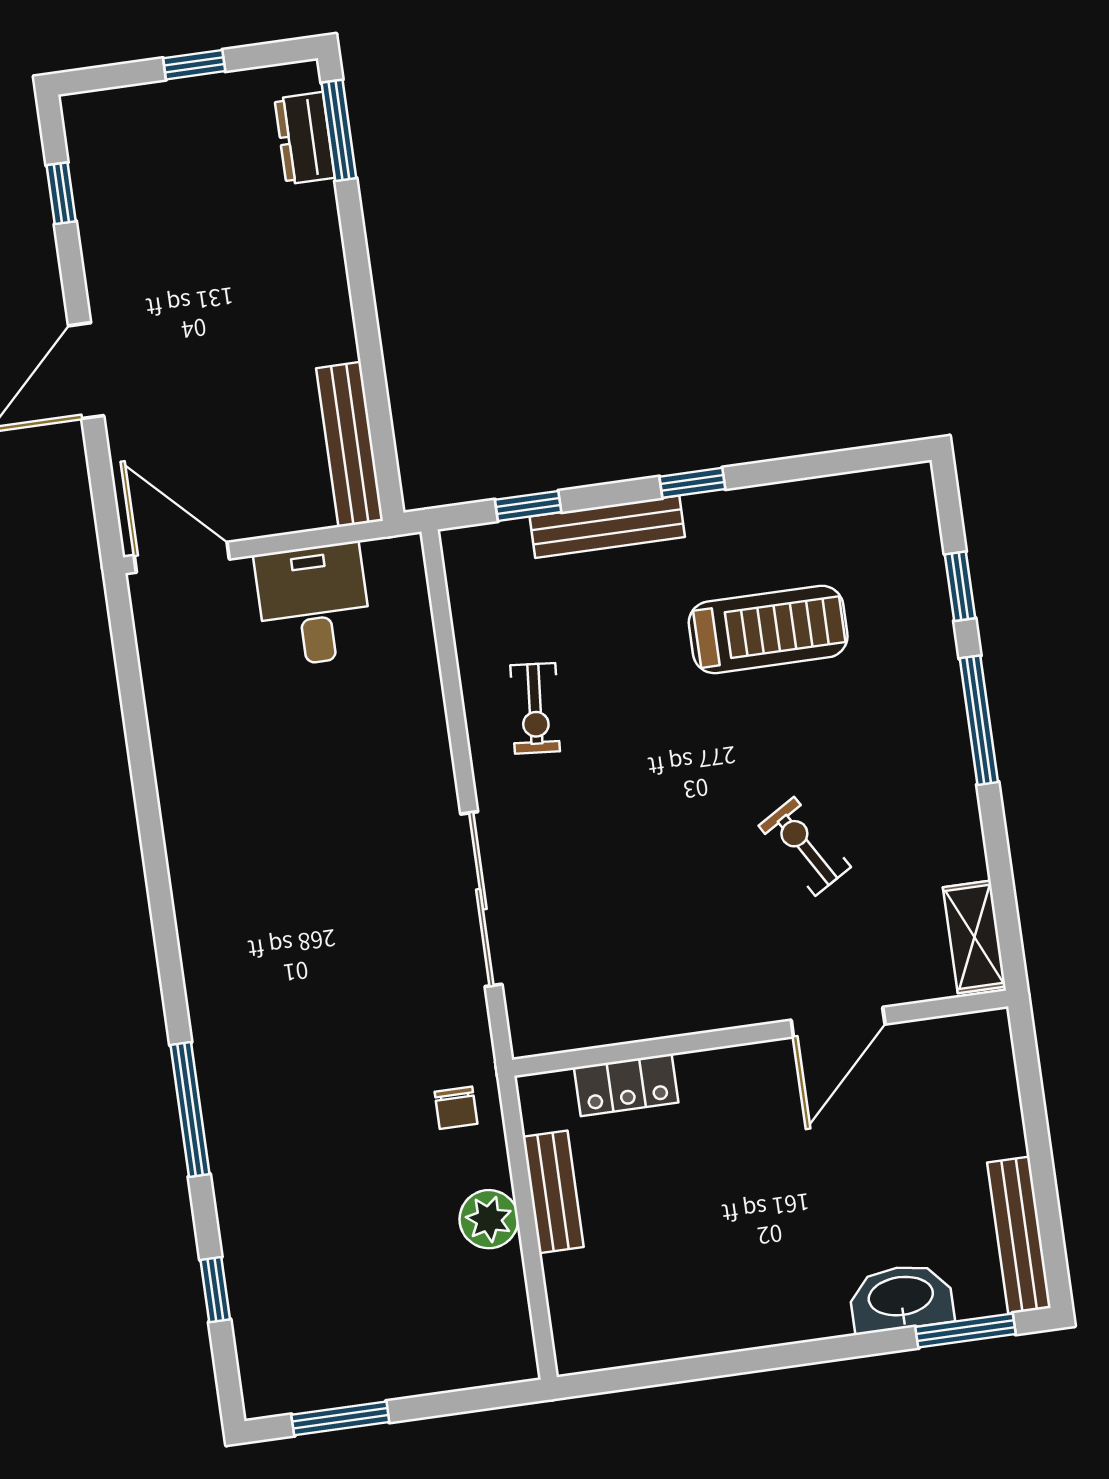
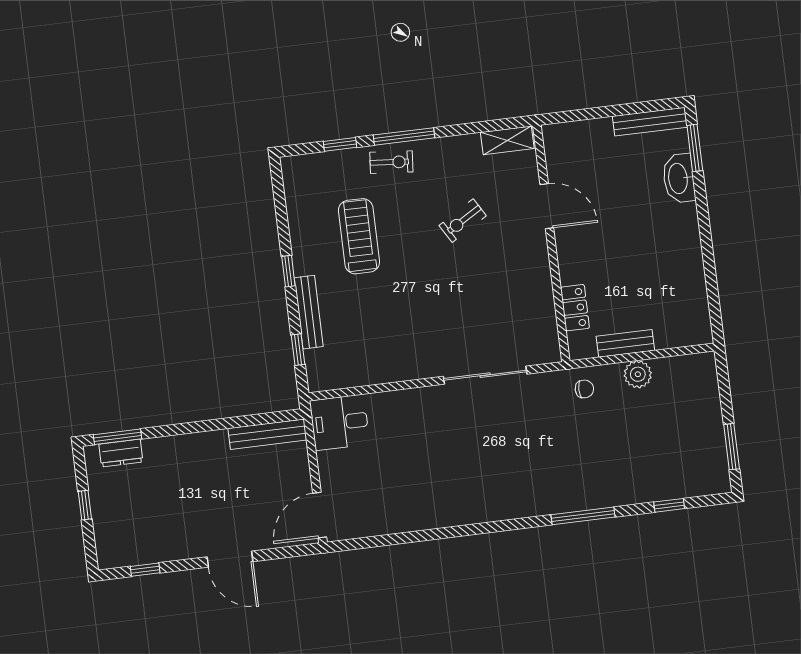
desk: (314, 605) -> (340, 422), moved
exercise bike: (535, 708) -> (391, 162), moved

